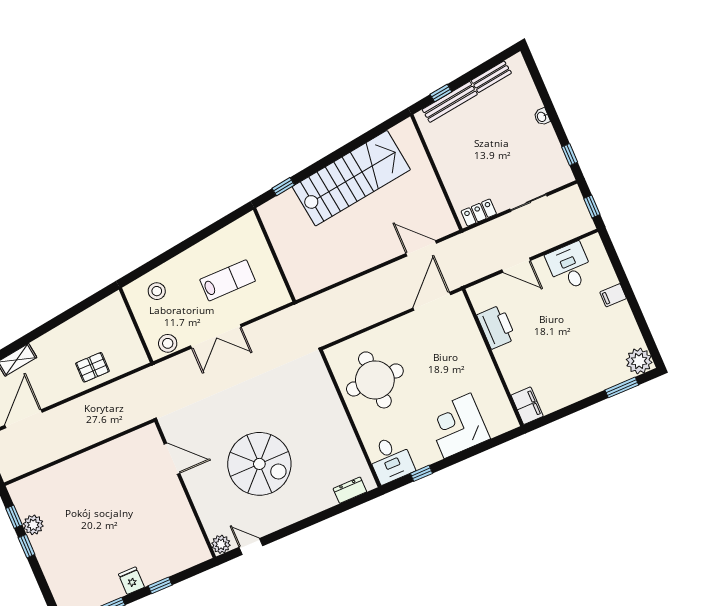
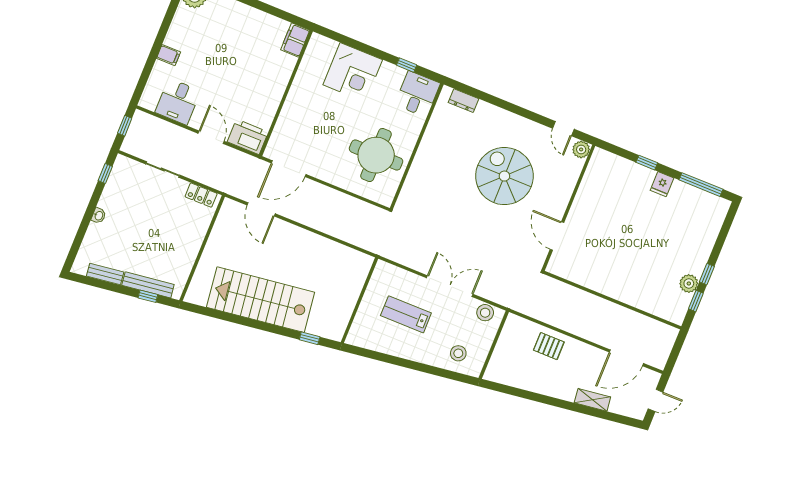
printer: (496, 327) -> (248, 137), moved, turned 90

